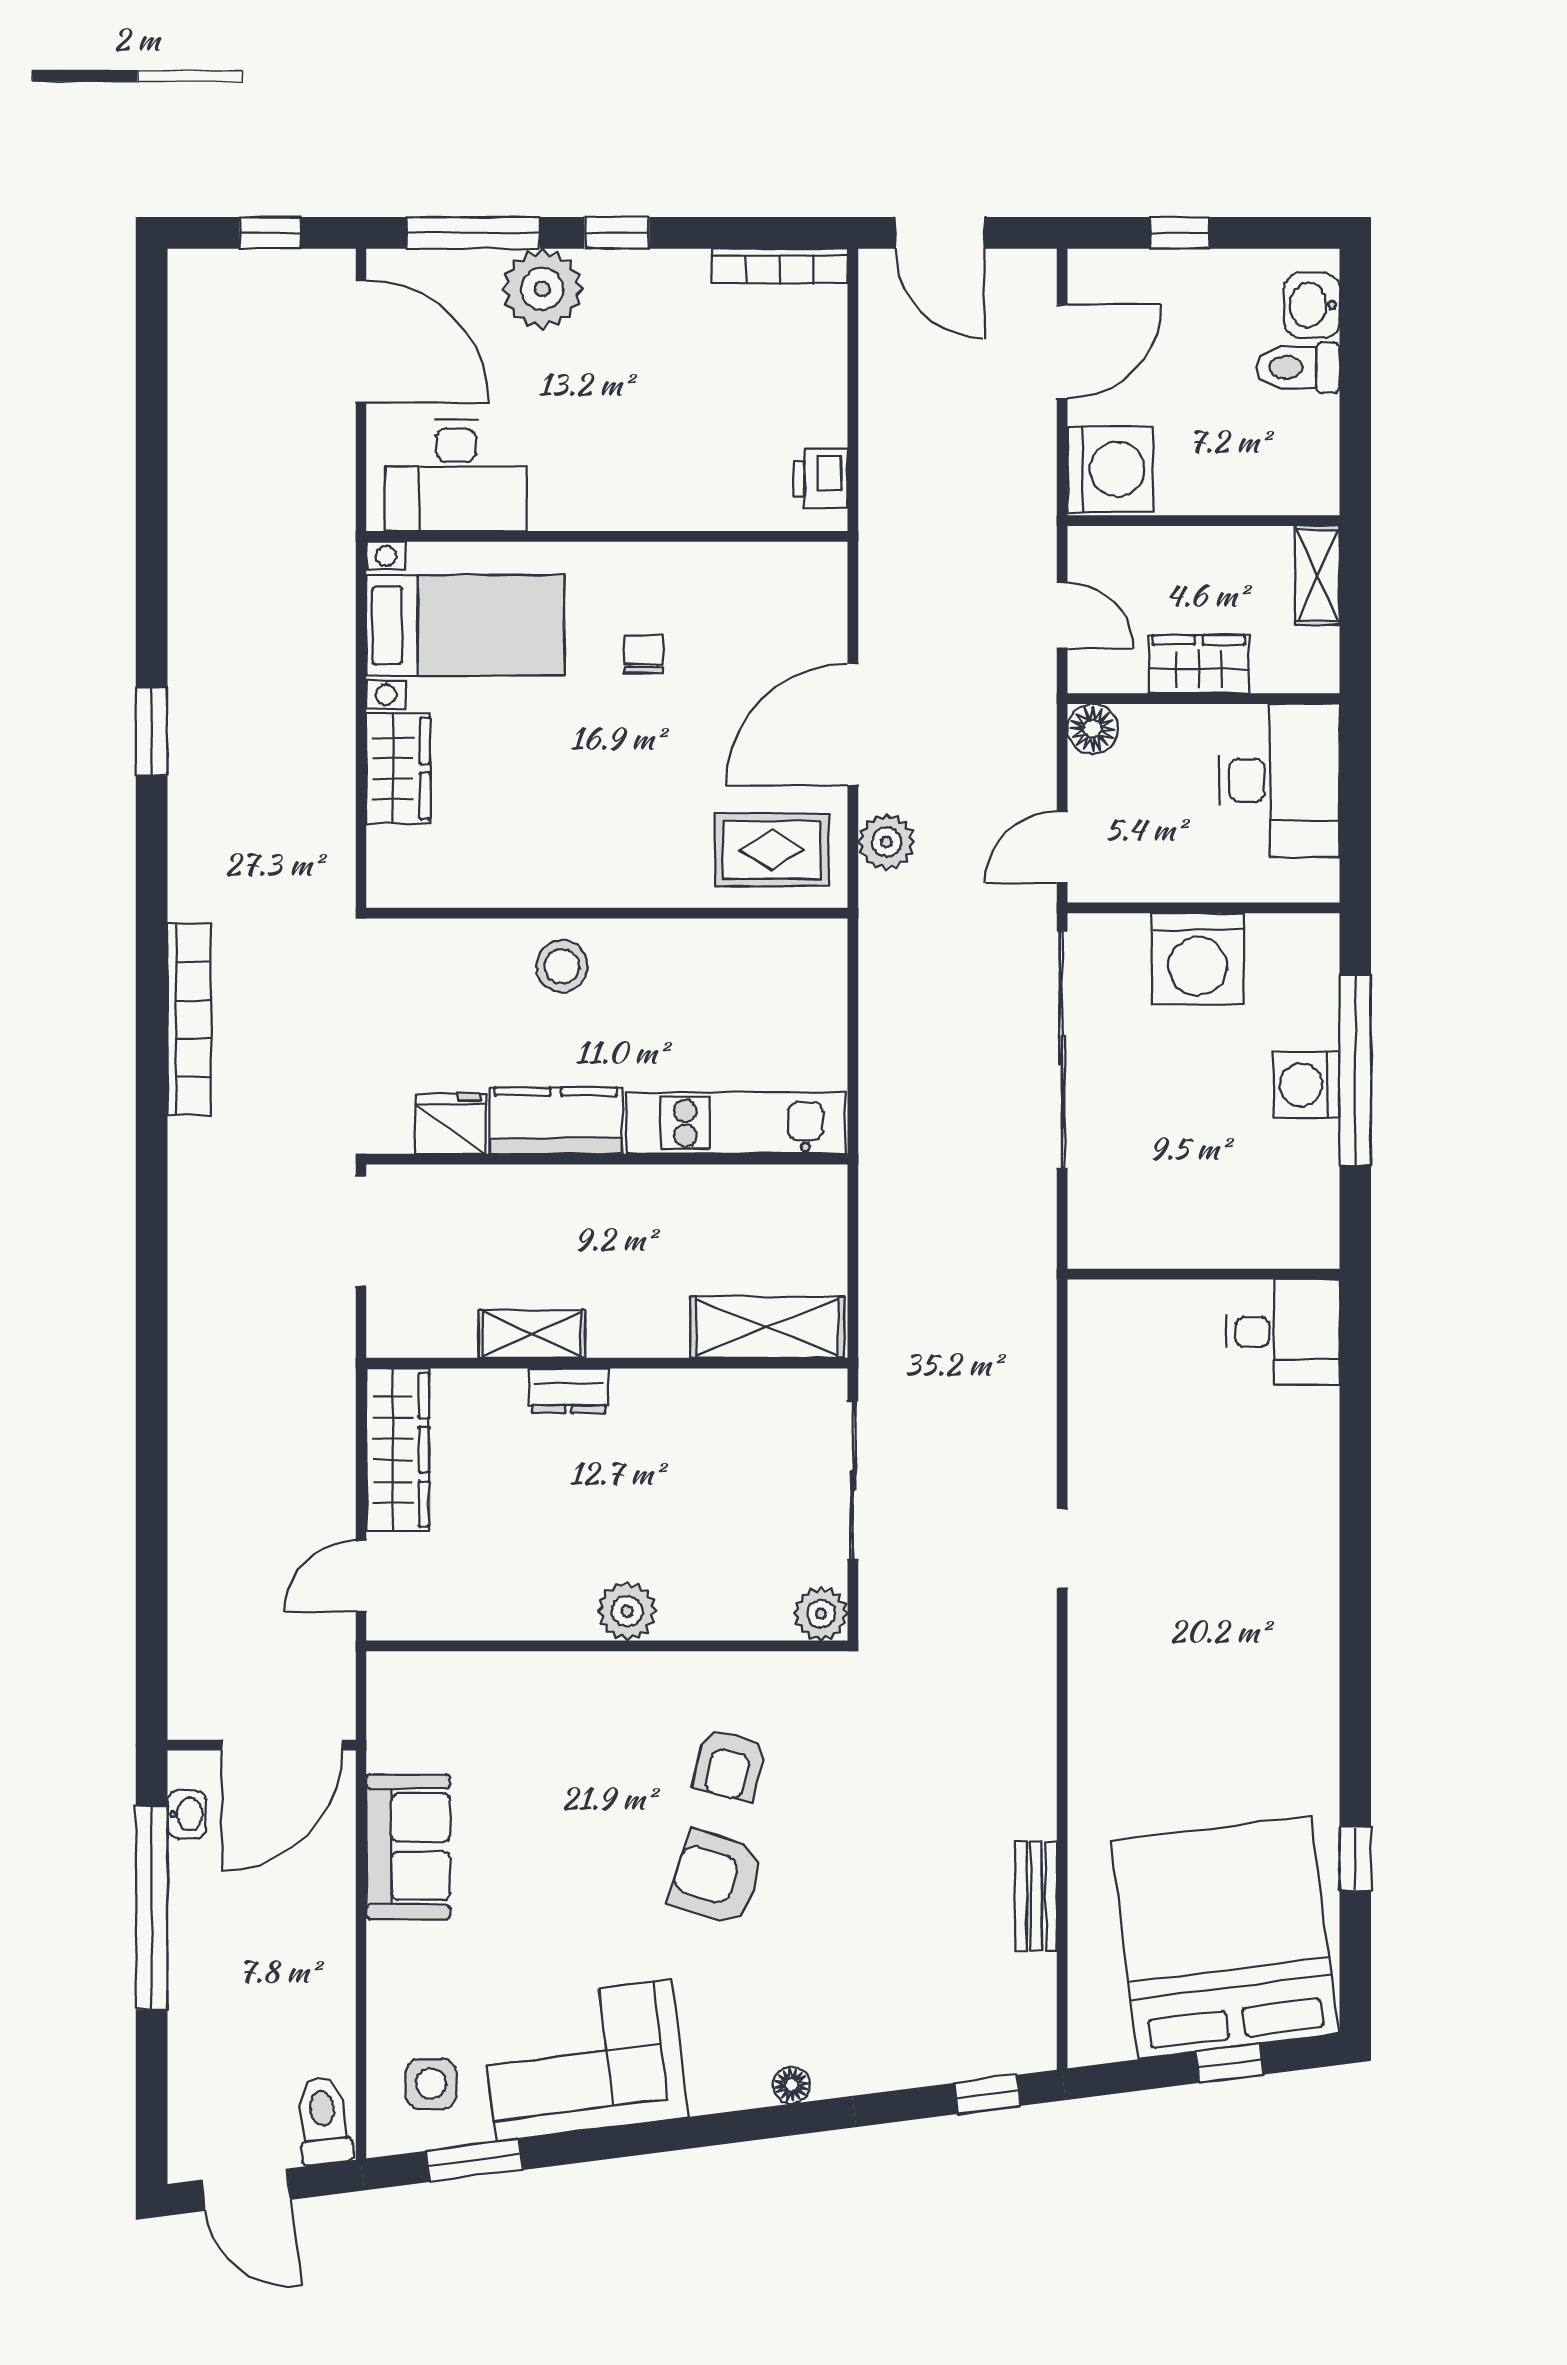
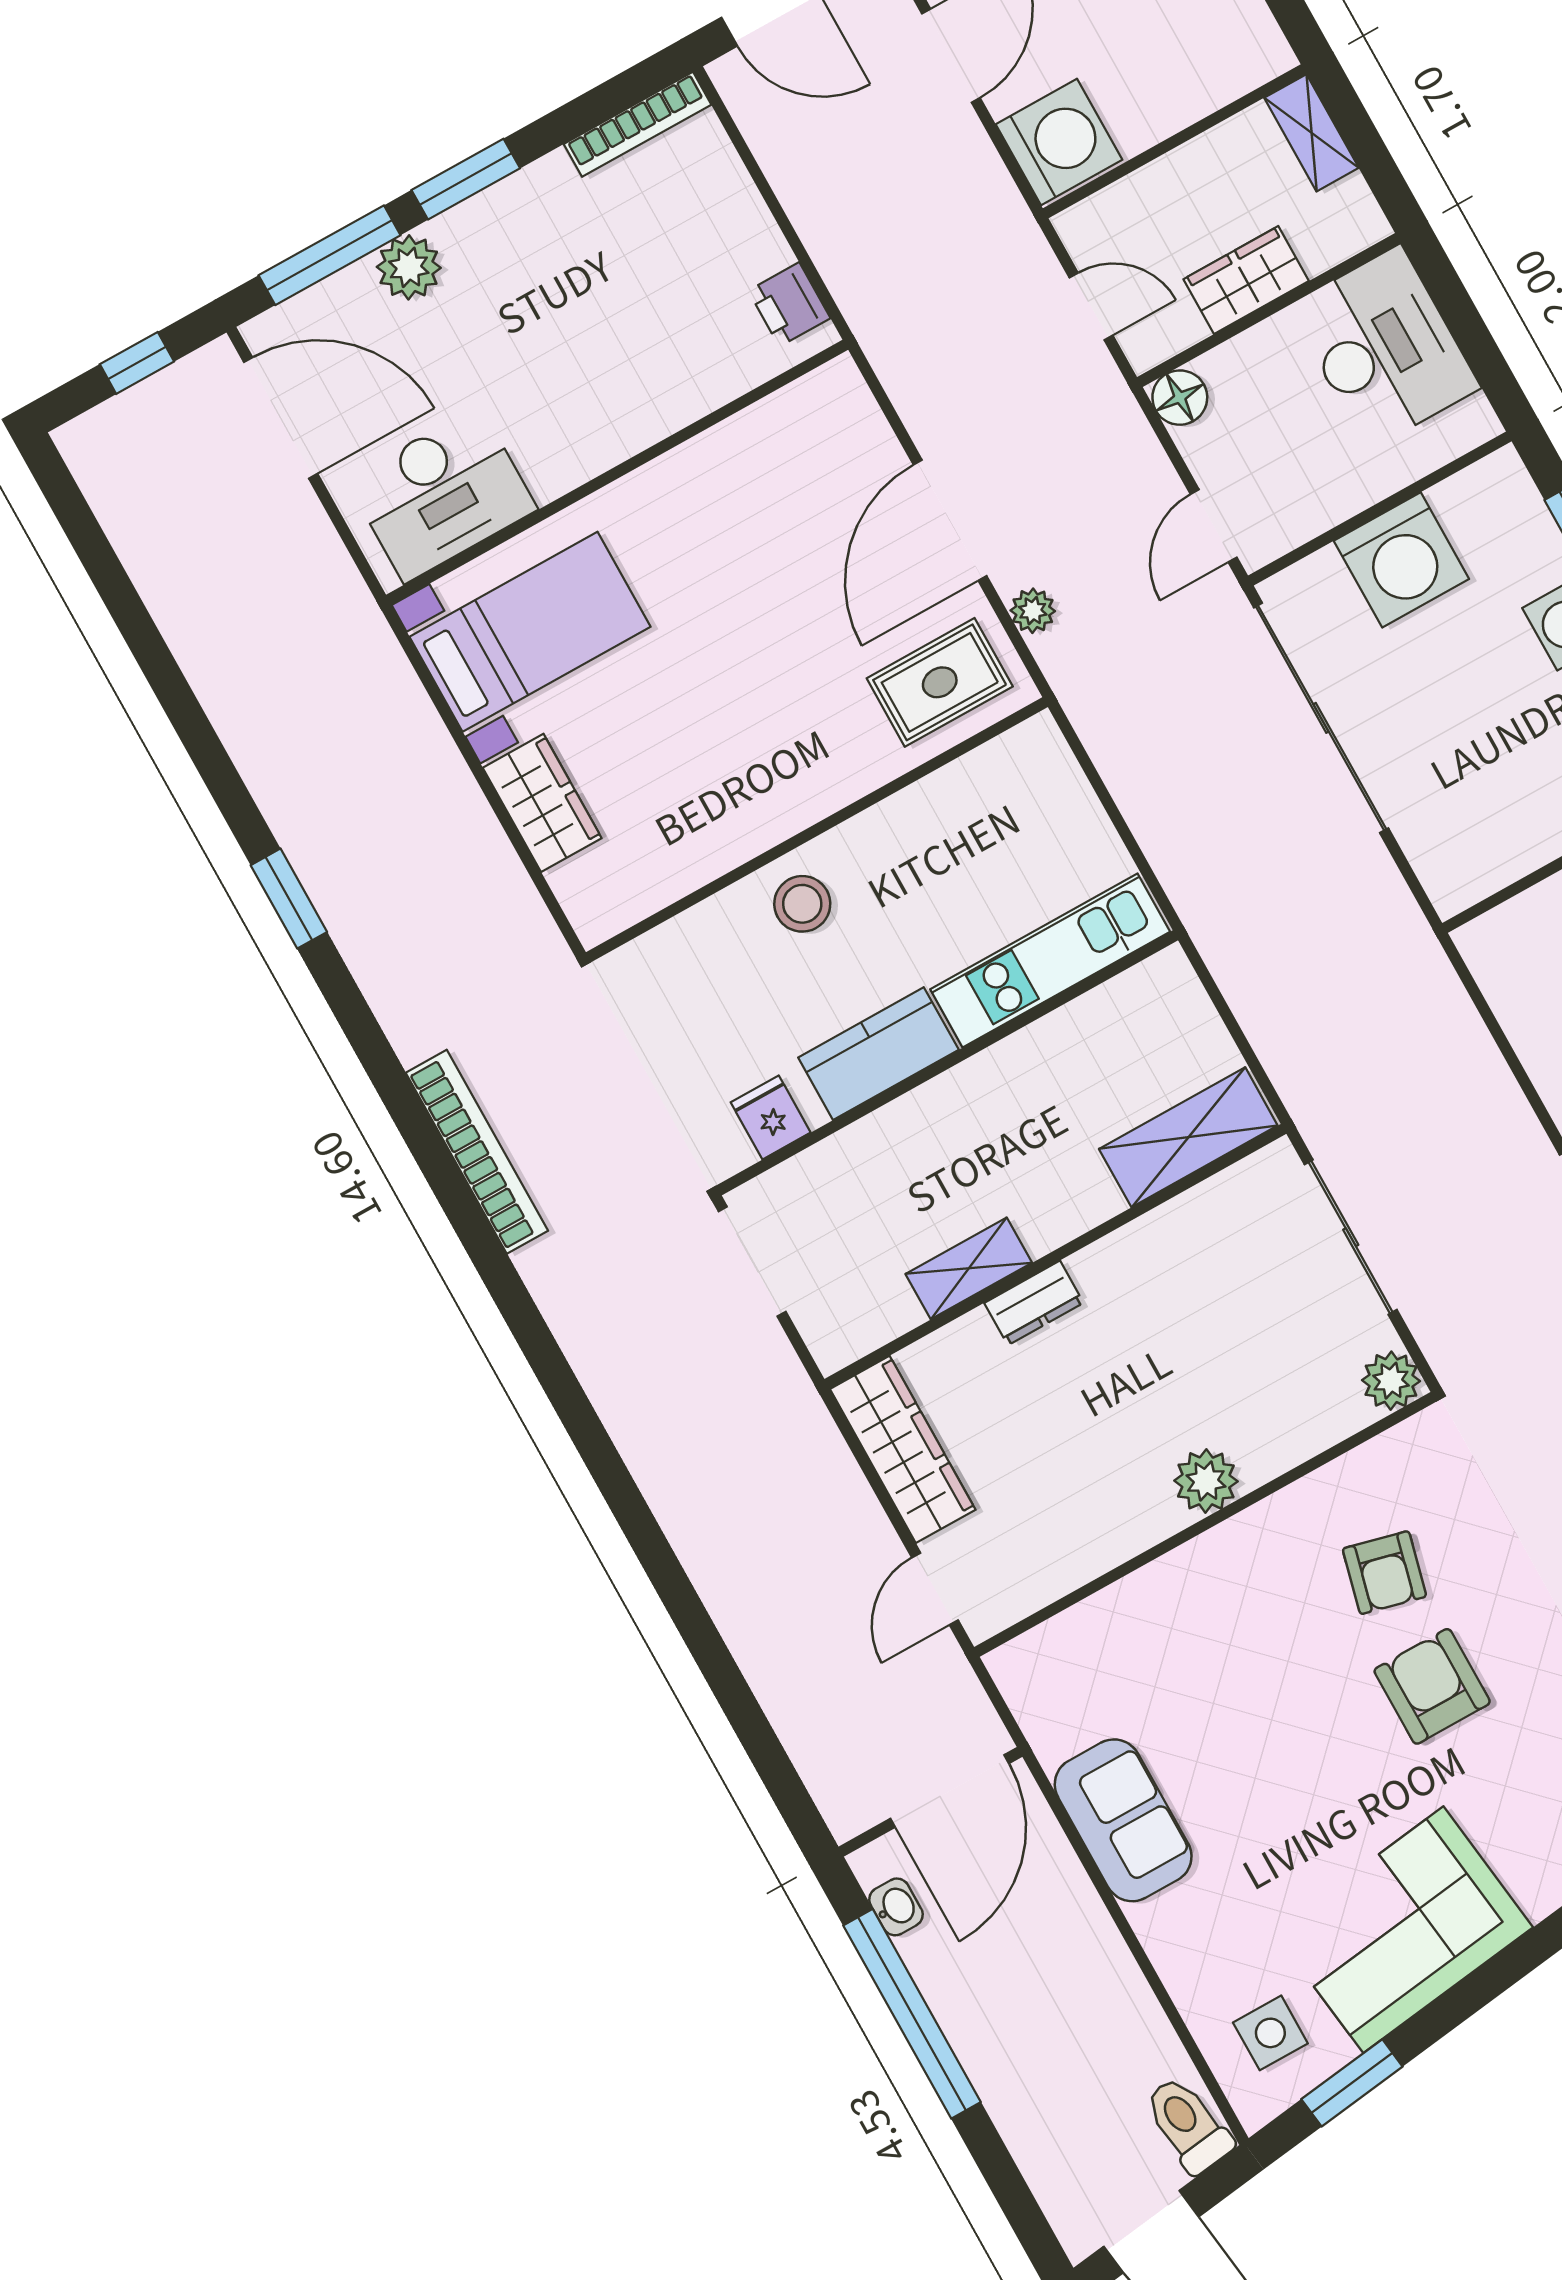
window: (617, 233) -> (466, 179), width x1.50
plant: (542, 289) -> (409, 267), width x0.73, depth x0.73
chair: (643, 654) -> (714, 564), removed
plant: (886, 842) -> (1033, 611), width x0.73, depth x0.73
fridge: (450, 1124) -> (771, 1117), width x0.72
armchair: (717, 1878) -> (1432, 1686), turned 72

